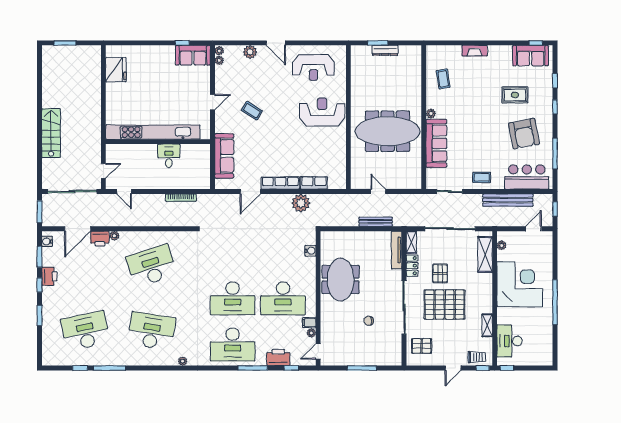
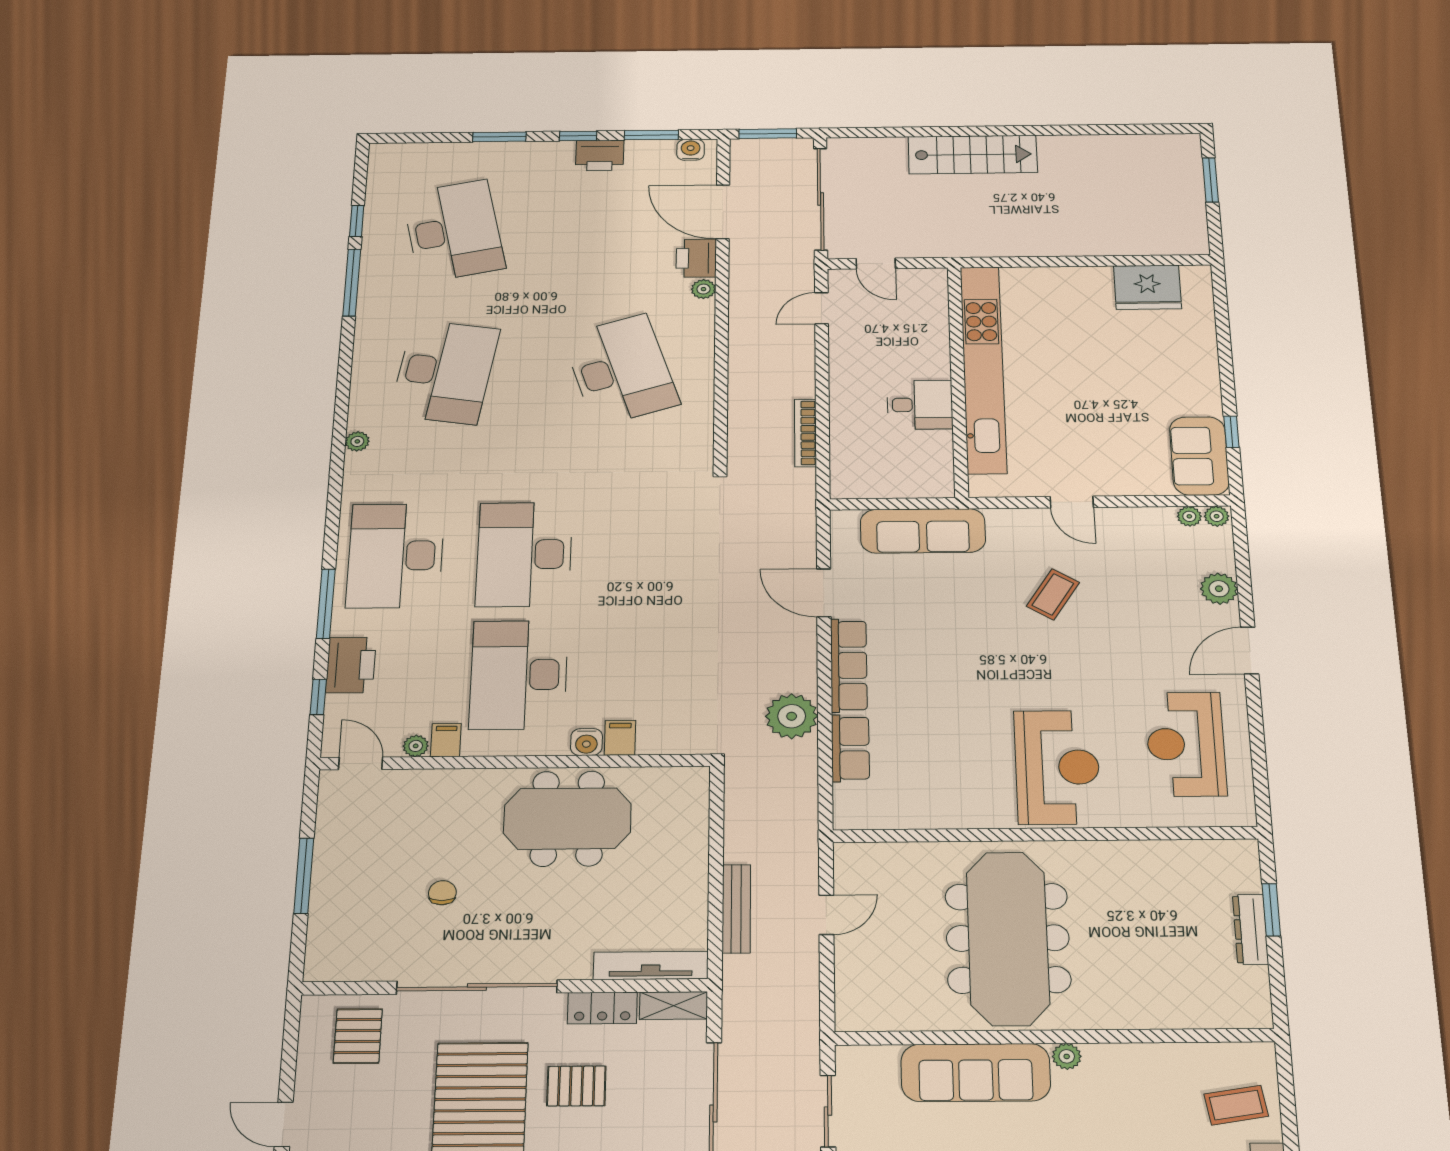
coffee table: (443, 79) -> (1236, 1105), moved
water cooler: (310, 251) -> (586, 742), moved
filing cabinet: (309, 262) -> (620, 738), added

